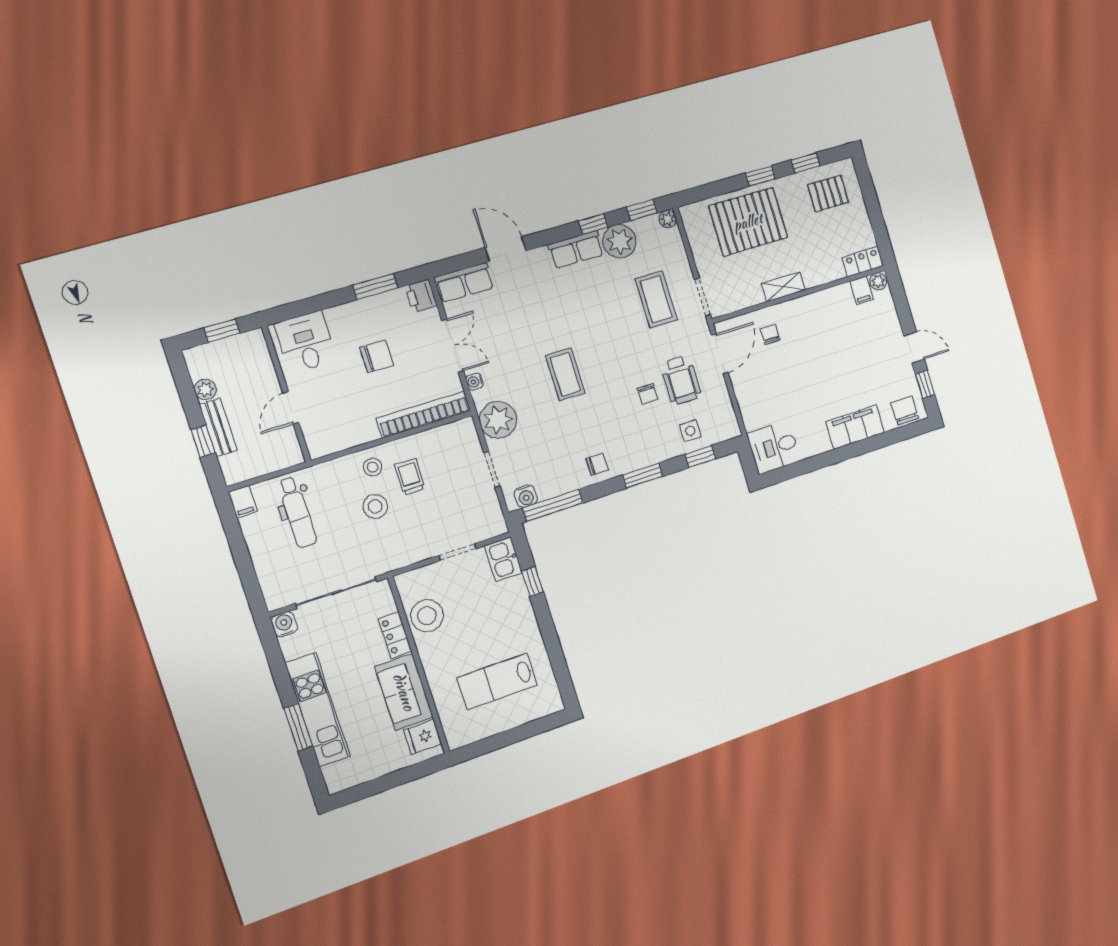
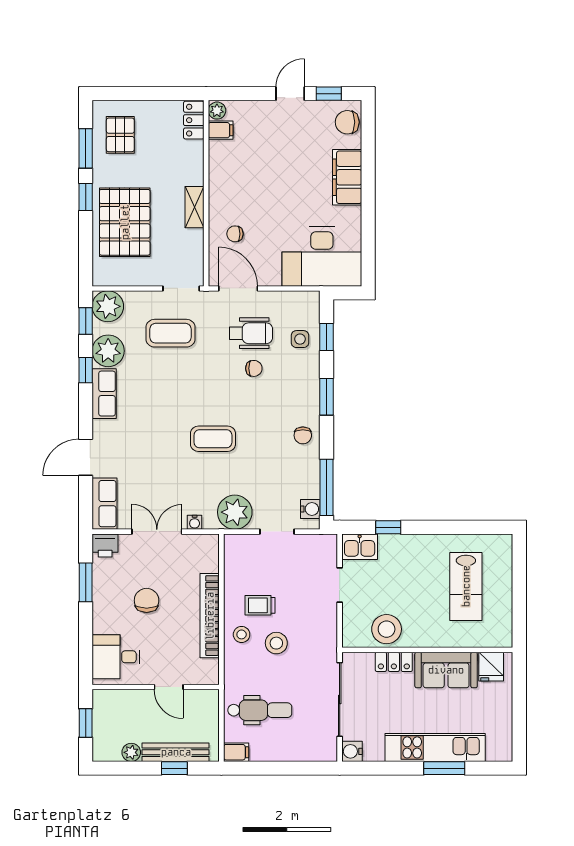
window: (806, 163) -> (86, 148), width x1.50
plant: (668, 219) -> (108, 306), width x1.87, depth x1.87
bookcase: (424, 415) -> (210, 616), moved
bench: (218, 427) -> (176, 752), width x1.36
desk: (774, 447) -> (322, 257), width x1.87, depth x1.30
chair: (597, 464) -> (303, 435), turned 180

